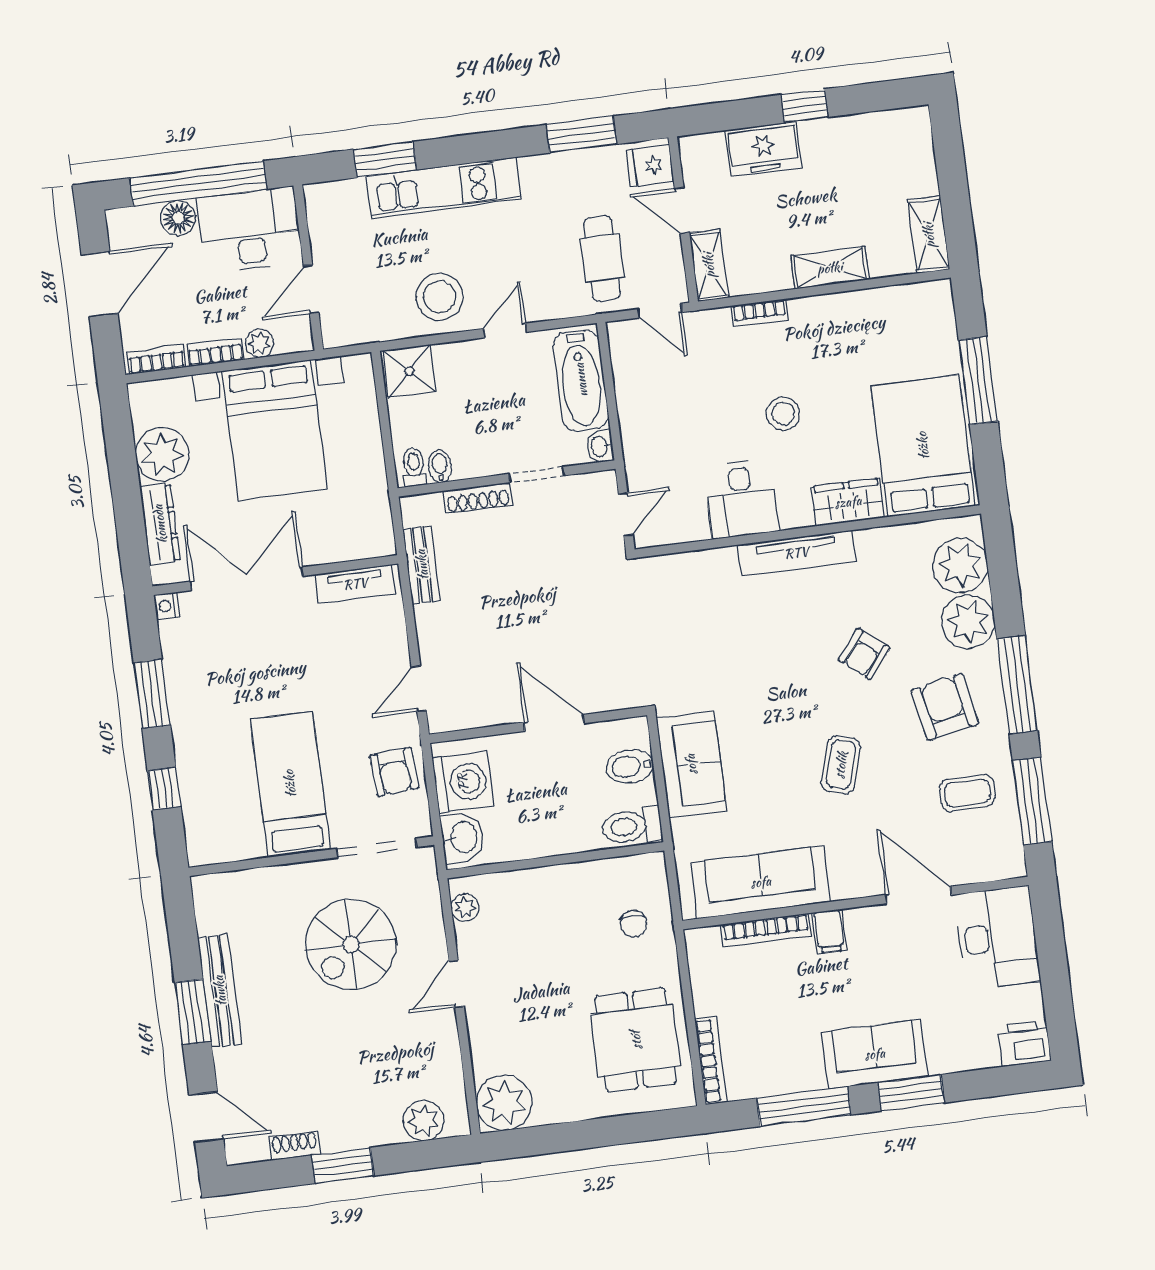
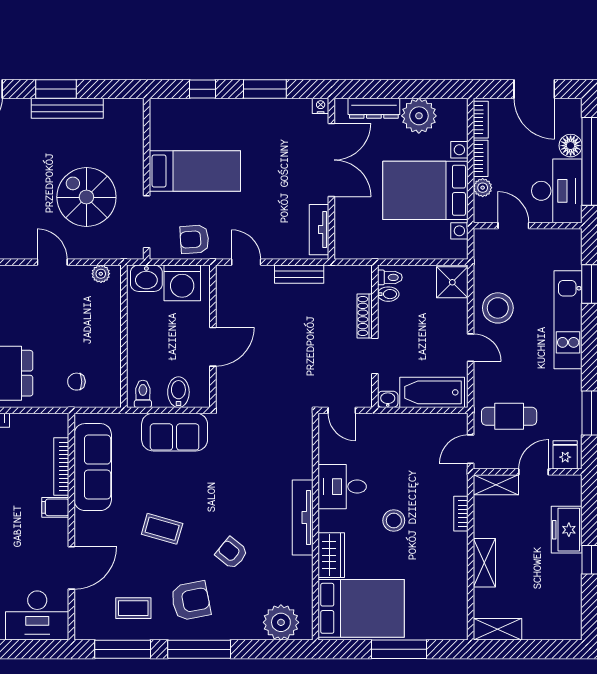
bench: (422, 565) -> (299, 274), moved
plant: (968, 622) -> (244, 623), removed
coffee table: (967, 793) -> (133, 608), turned 90
toilet: (632, 826) -> (143, 394), width x0.73, depth x0.72

